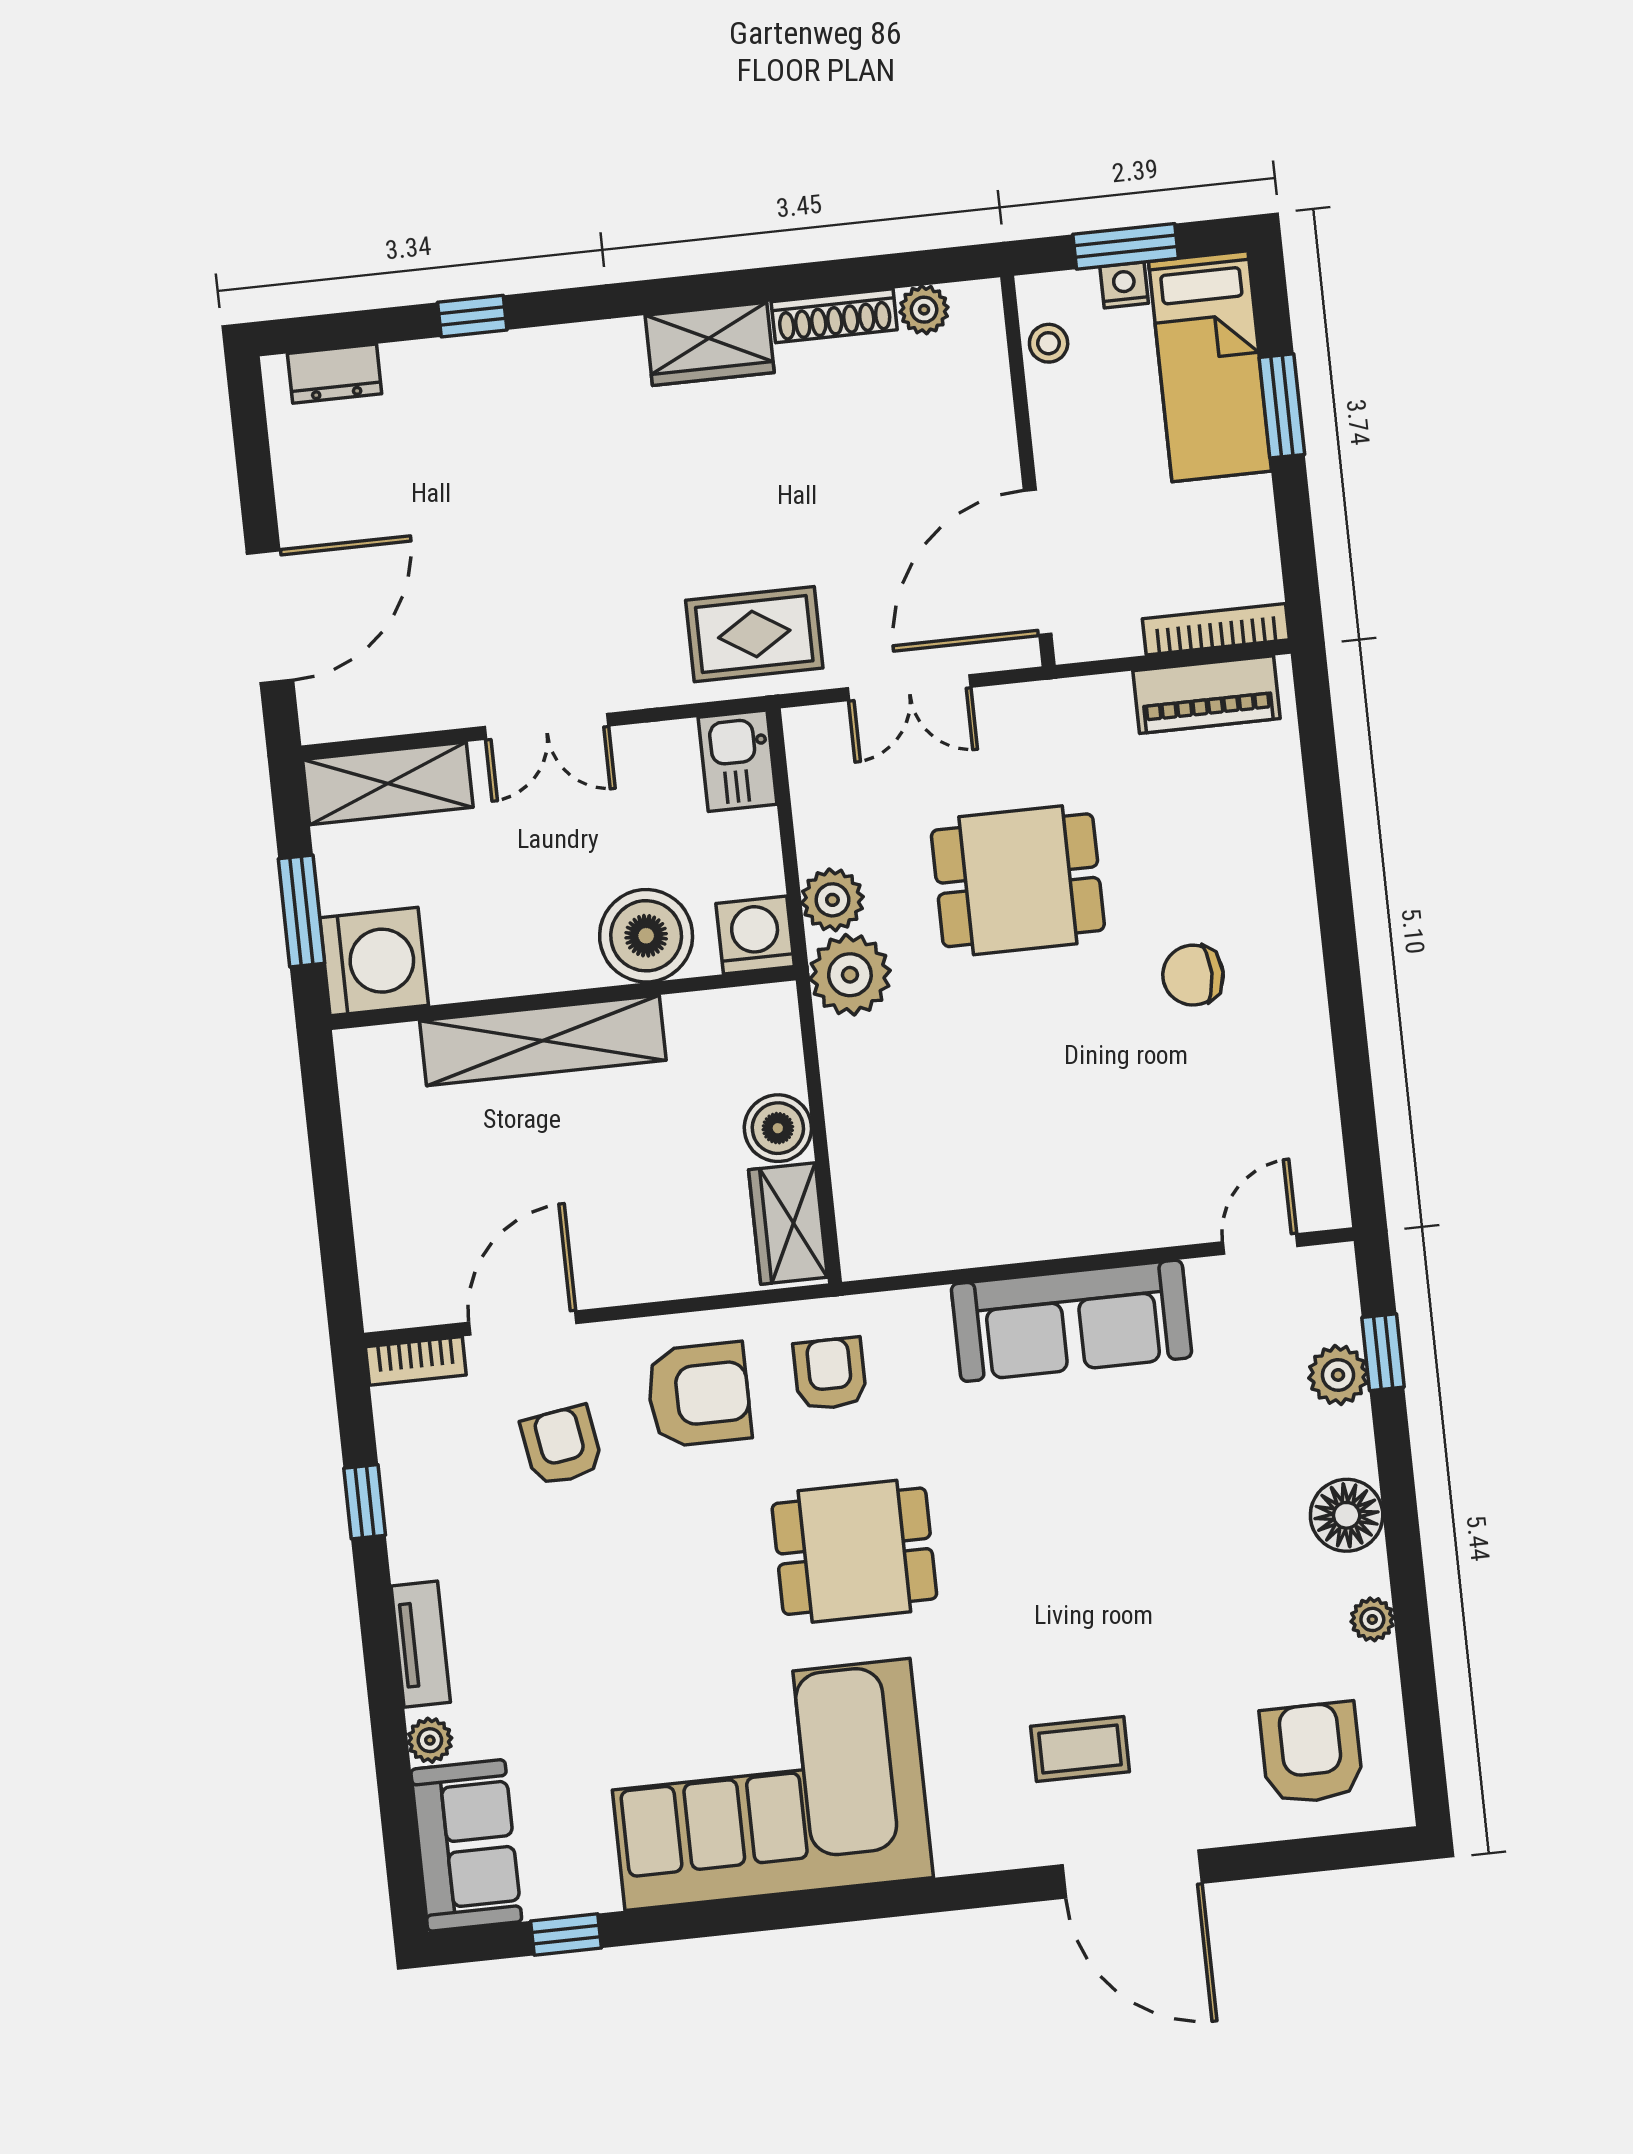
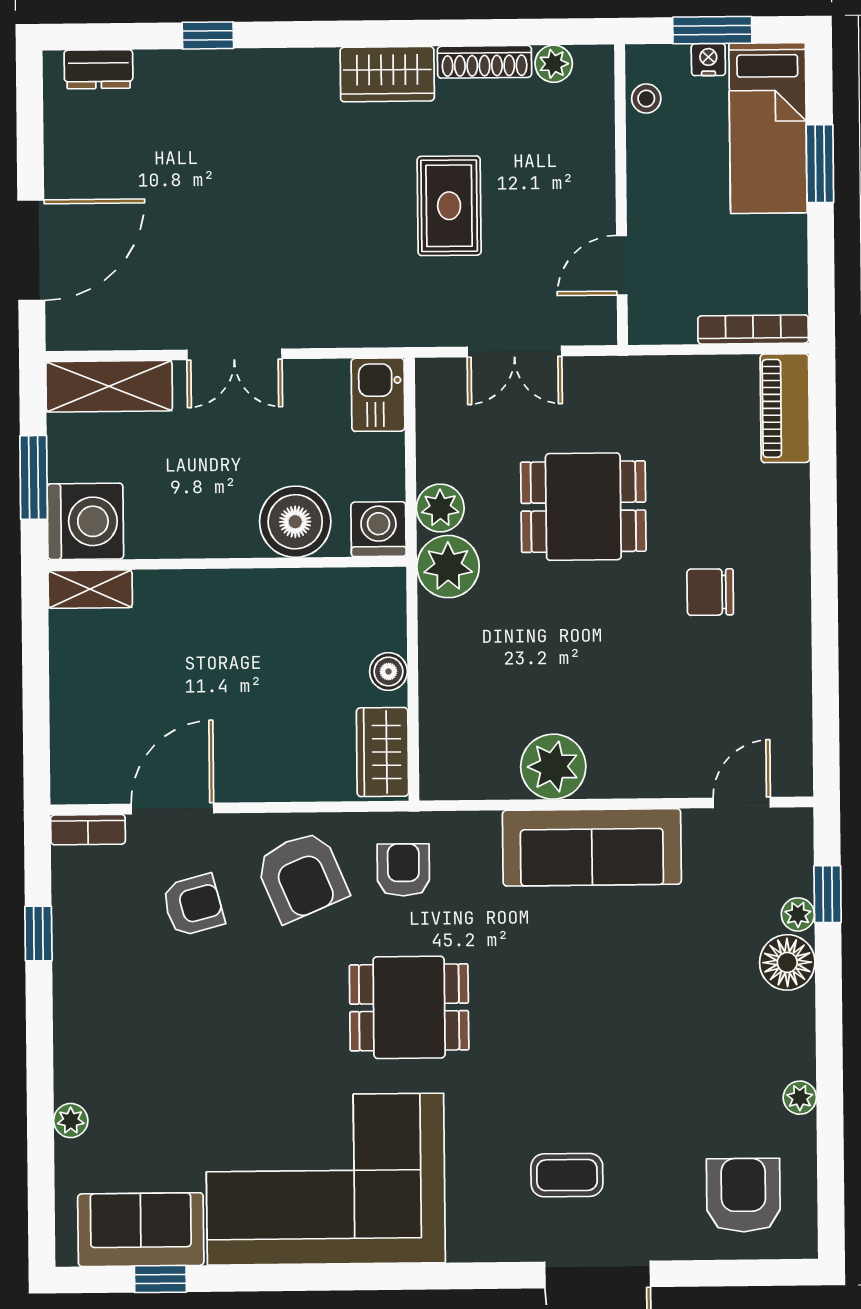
door: (1038, 562) -> (622, 265), width x0.53
rug: (754, 634) -> (449, 206), moved, turned 90
piano: (1207, 695) -> (785, 408), moved, turned 90
shelving: (543, 1040) -> (90, 589), moved, width x0.45, depth x0.75
boiler: (778, 1128) -> (388, 672), width x0.73, depth x0.73
plant: (1011, 1221) -> (553, 767), added
plant: (1338, 1375) -> (798, 914), width x0.73, depth x0.73
armchair: (699, 1395) -> (302, 876), turned 67
armchair: (562, 1446) -> (193, 905), turned 84
floor lamp: (1347, 1515) -> (787, 962), moved
tv unit: (421, 1644) -> (71, 1046), removed
sofa: (466, 1845) -> (141, 1230), moved, turned -90

